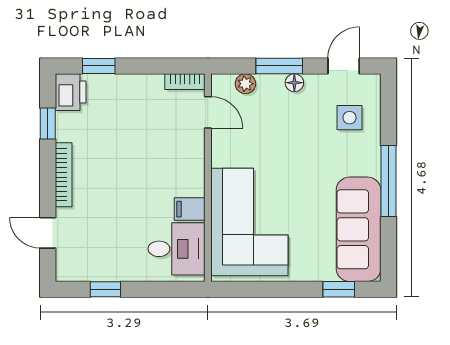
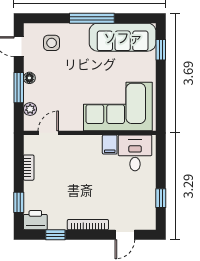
bookcase: (185, 82) -> (29, 168), moved

